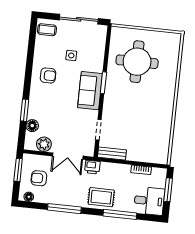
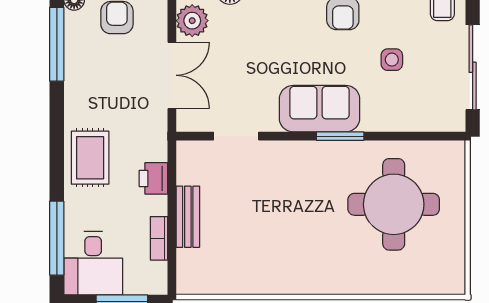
bench: (112, 153) -> (188, 217), moved
double door: (68, 156) -> (172, 75), swing flipped
printer: (92, 167) -> (153, 178), moved
window: (64, 209) -> (57, 44), moved
window: (120, 214) -> (57, 238), moved

